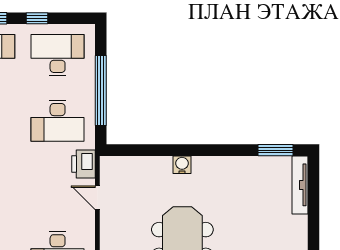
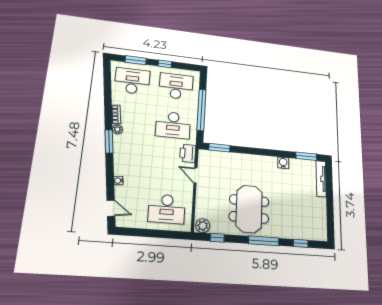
window: (132, 150) -> (219, 148), added
water cooler: (182, 165) -> (283, 163), moved

